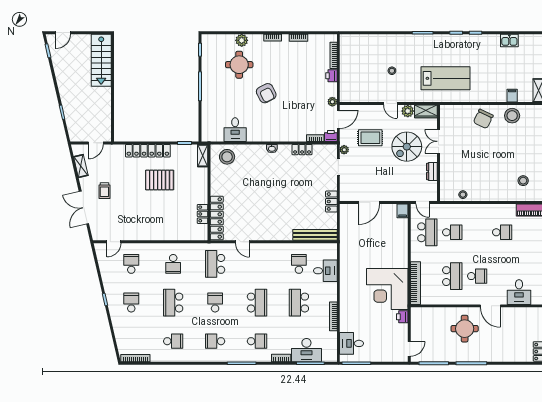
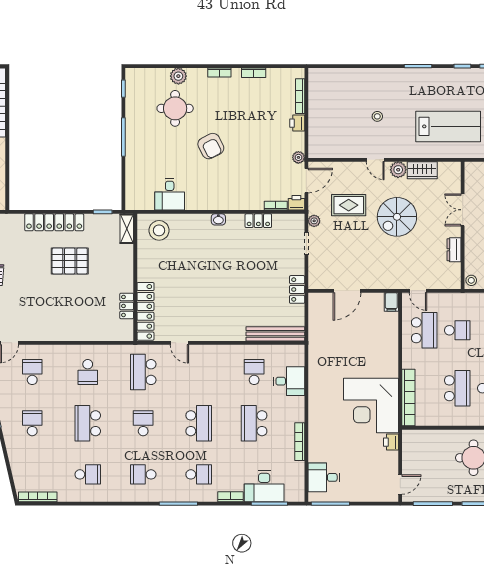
double door: (438, 141) -> (463, 210), moved
wall: (438, 153) -> (463, 225), moved
dresser: (432, 171) -> (454, 250), moved

